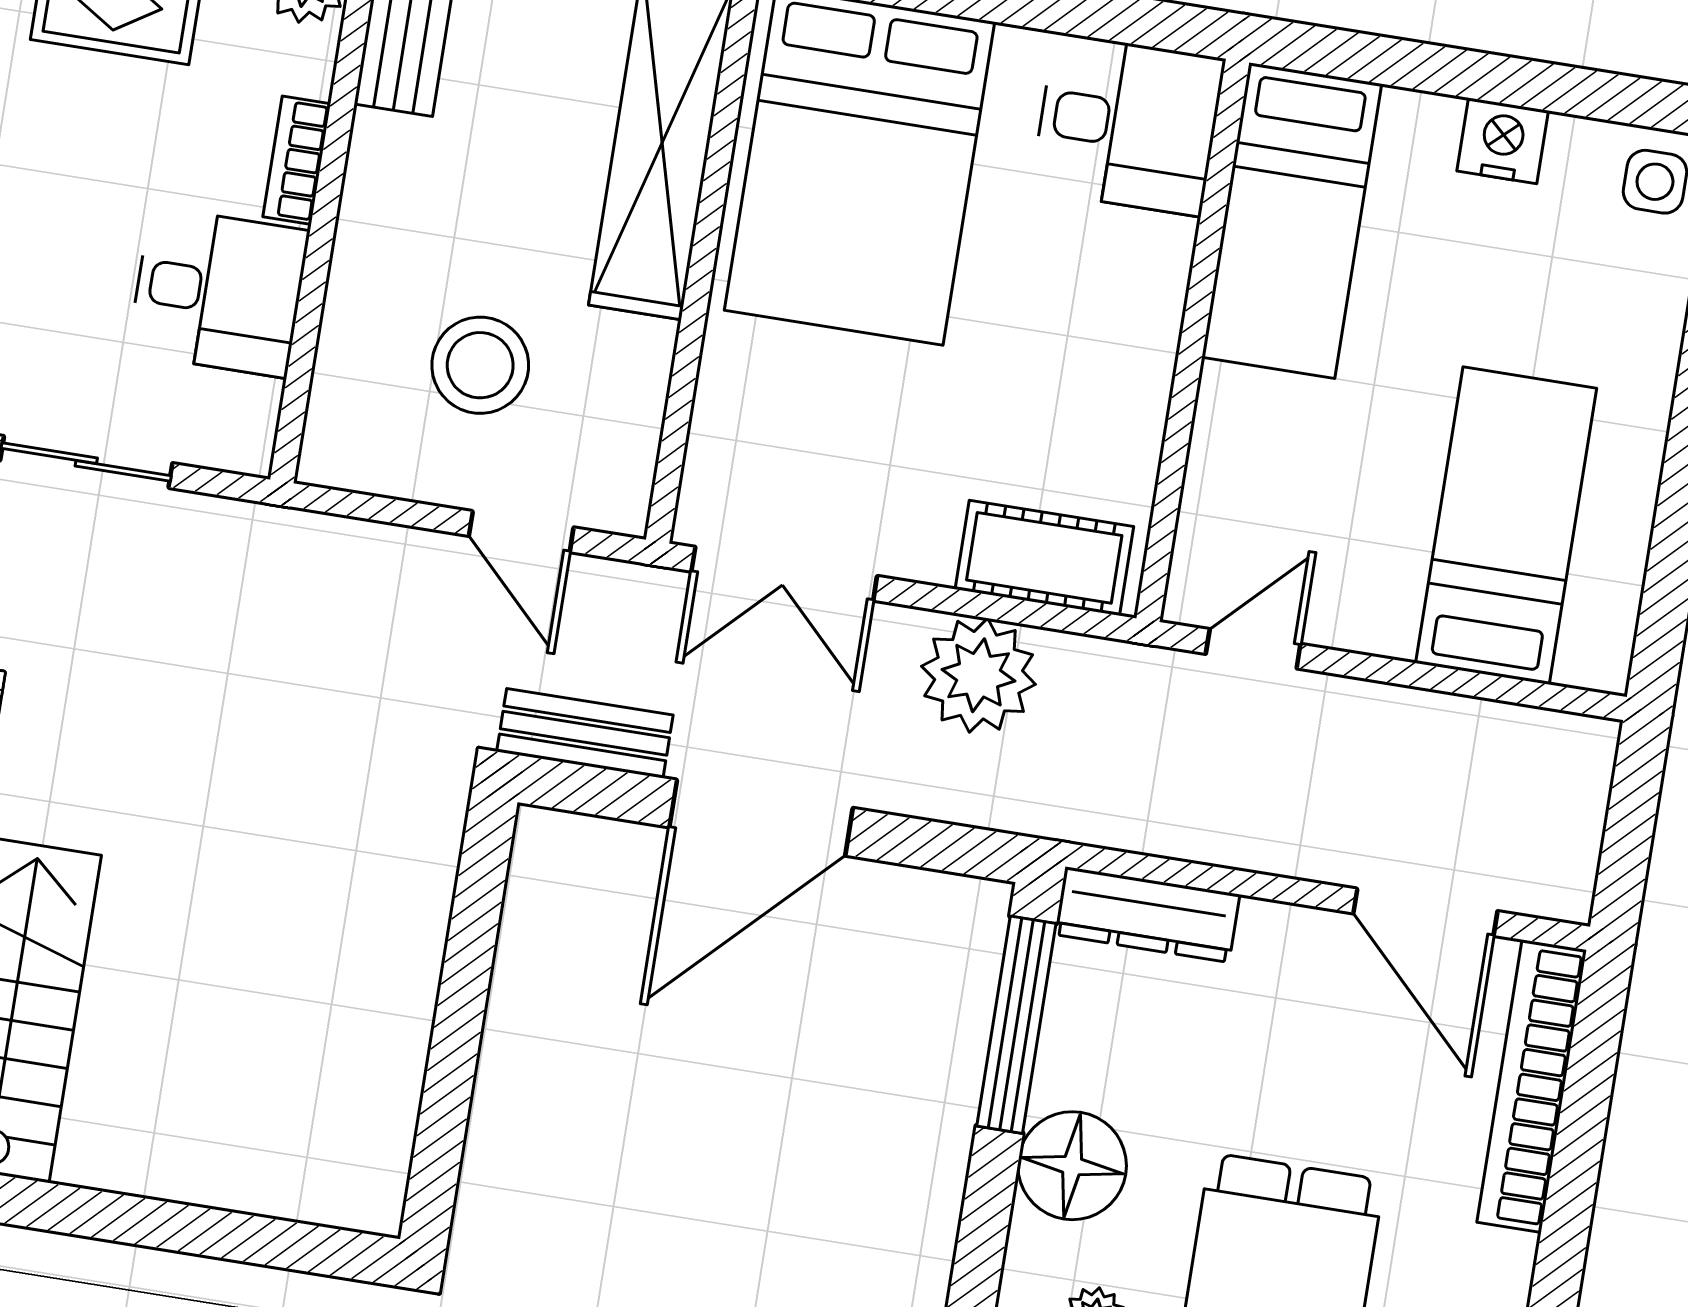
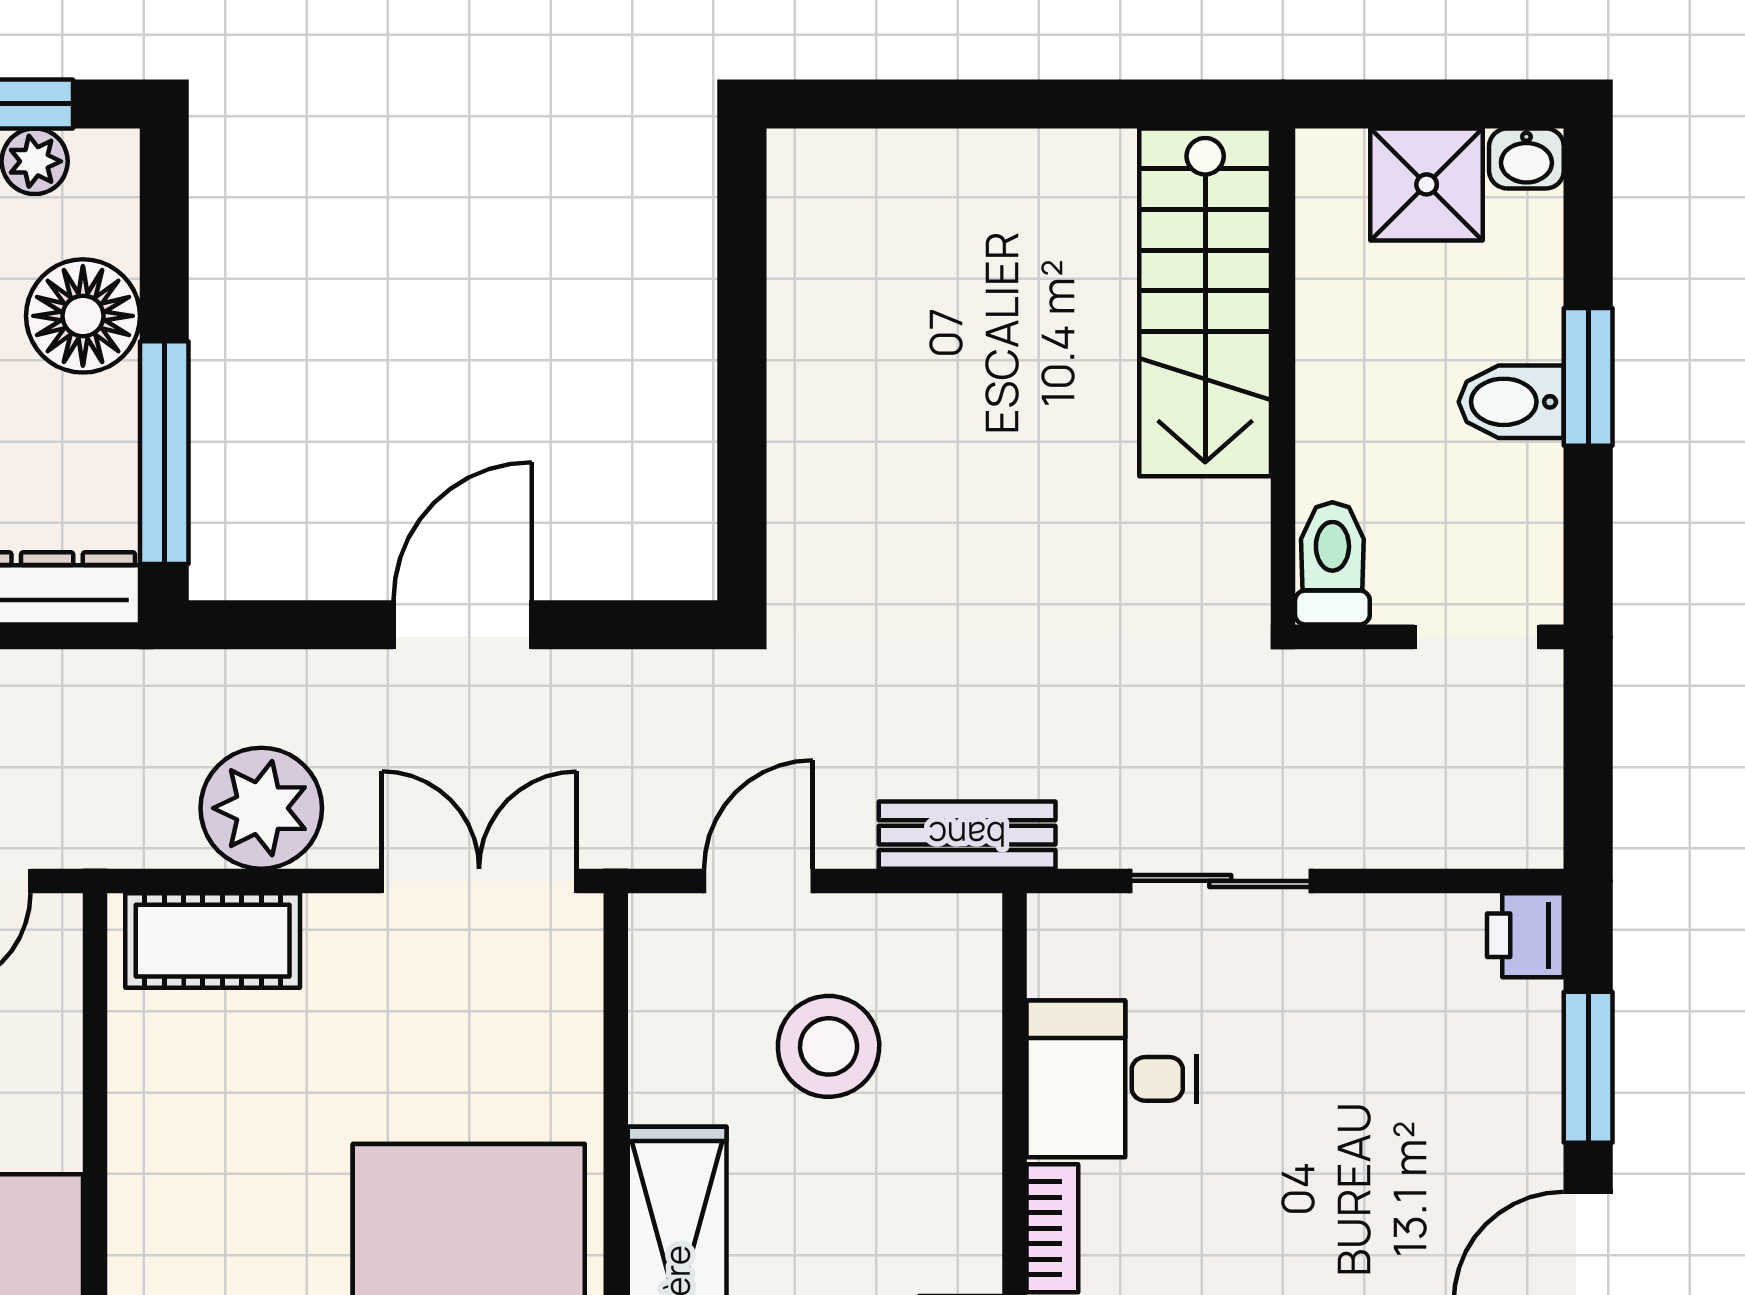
door: (521, 532) -> (759, 881), hinge flipped
bench: (585, 733) -> (967, 835), moved
door: (761, 818) -> (463, 625), width x0.73

